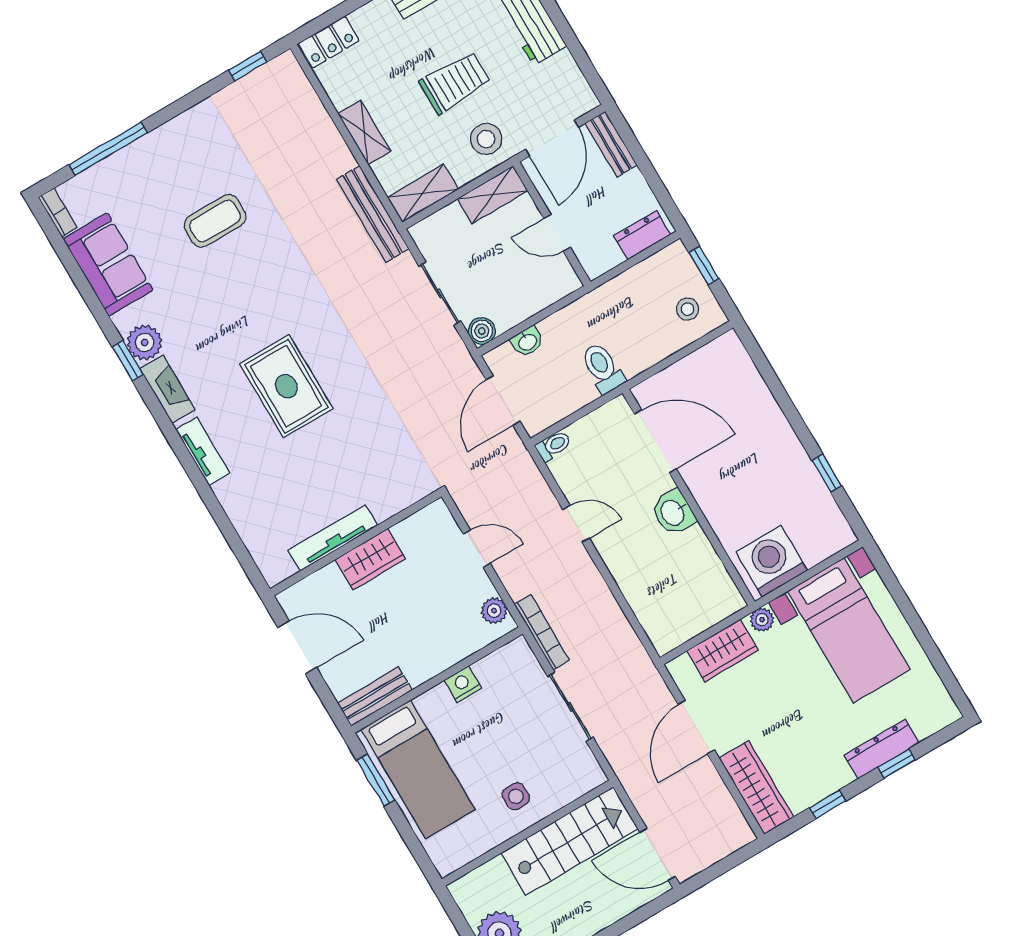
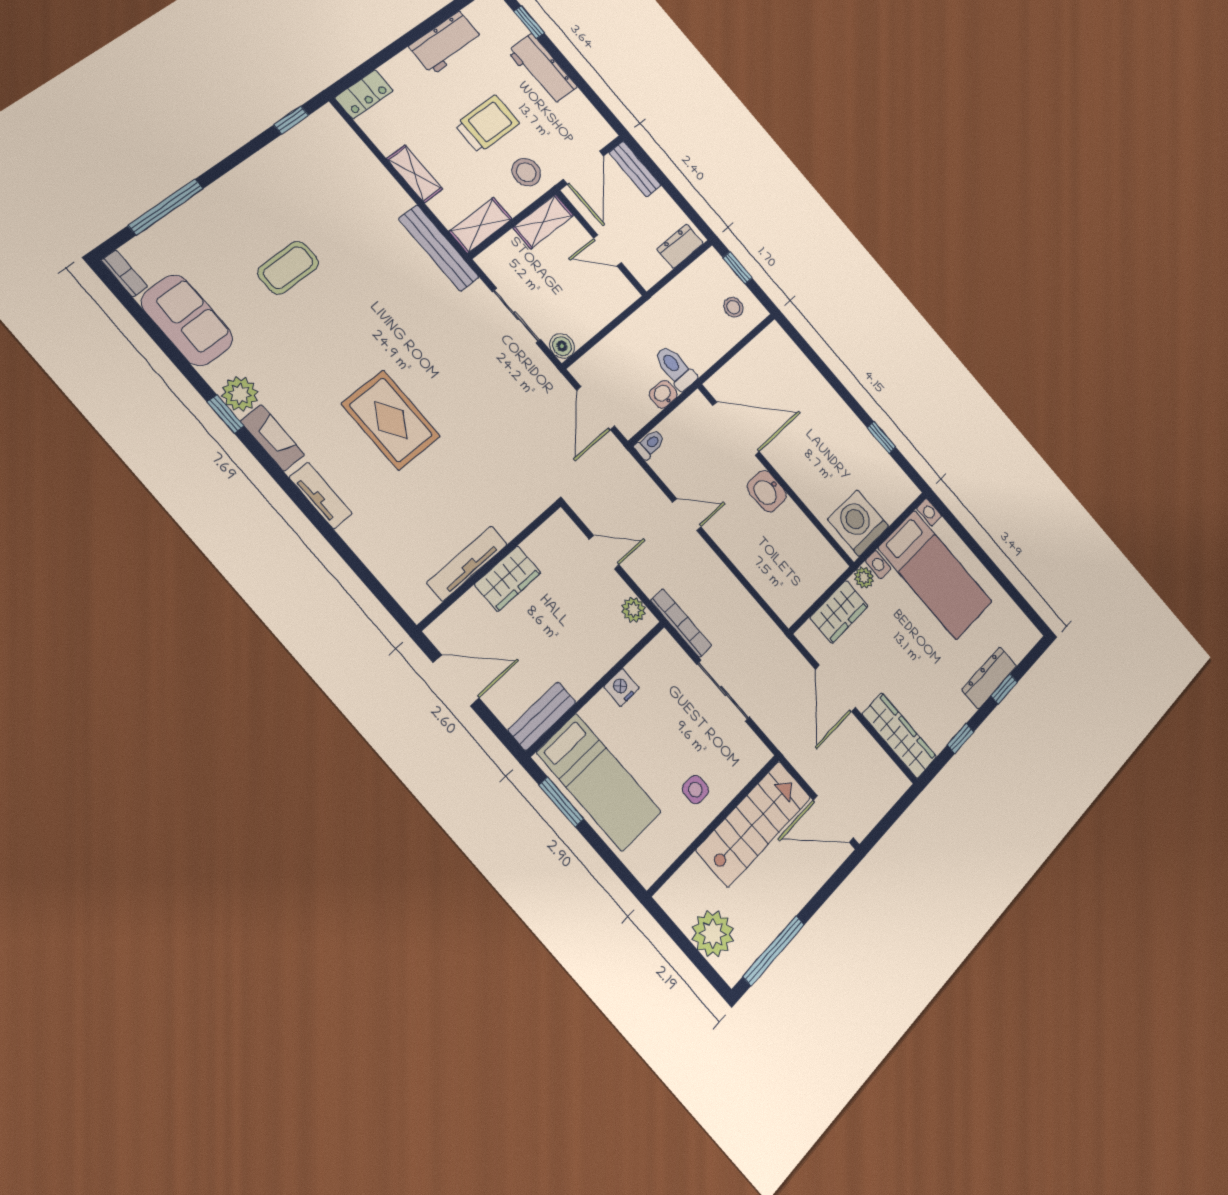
washbasin: (527, 342) -> (663, 394), moved, turned 180

